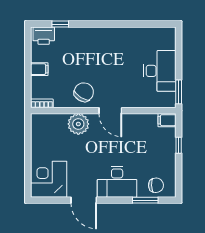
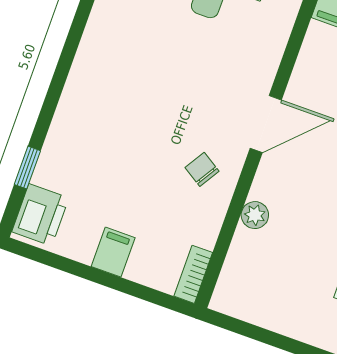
chair: (84, 92) -> (202, 169), width x0.54, depth x0.54
plant: (78, 124) -> (255, 215), width x0.53, depth x0.53

